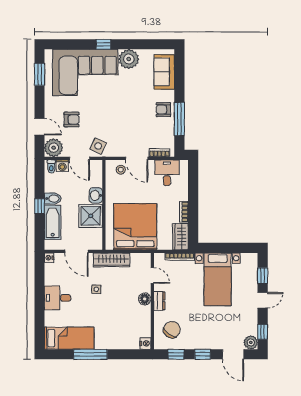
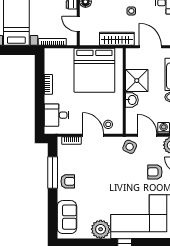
desk: (167, 173) -> (57, 115), moved, turned 90
wardrobe: (180, 237) -> (52, 61), removed

